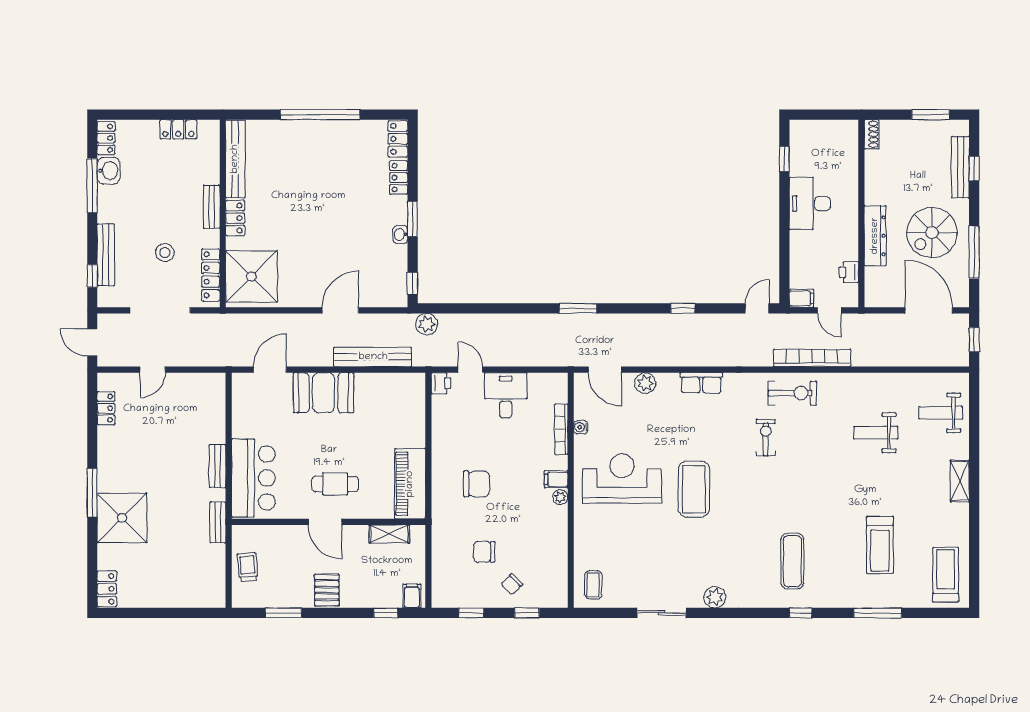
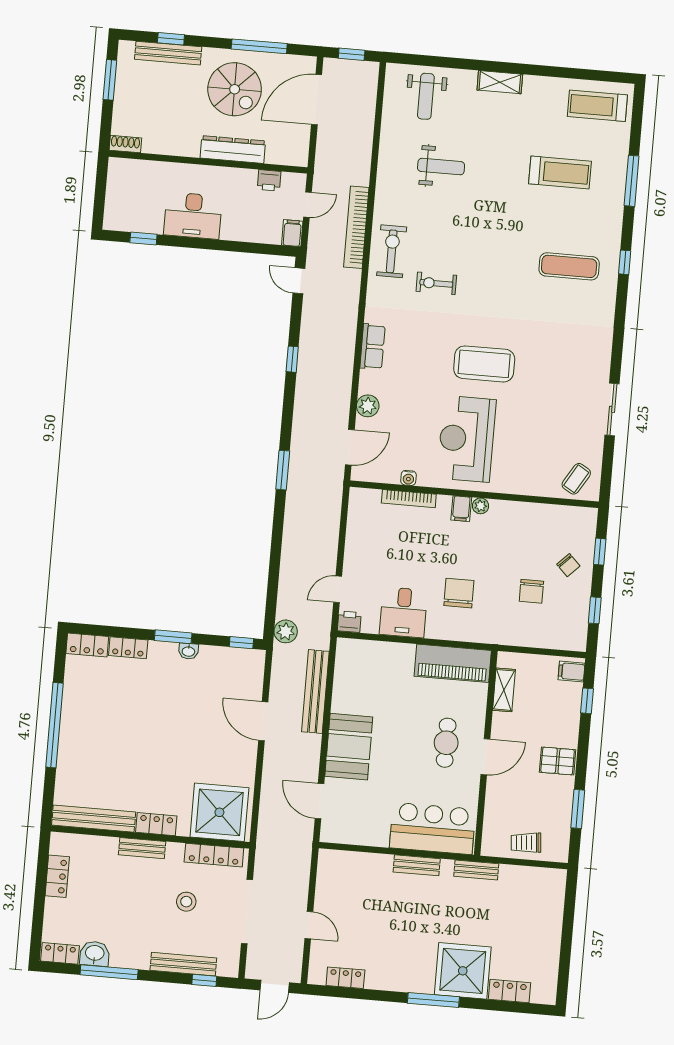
desk: (506, 395) -> (403, 612), moved, turned -90
weight bench: (876, 433) -> (441, 167), turned -90
coffee table: (593, 585) -> (576, 479), turned -59
locker: (107, 589) -> (510, 991), moved
plant: (715, 597) -> (600, 352), removed

